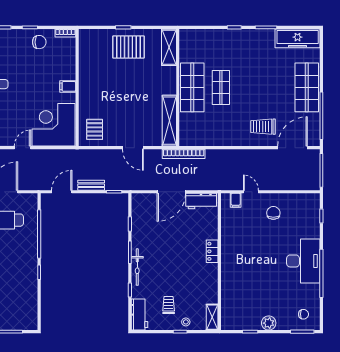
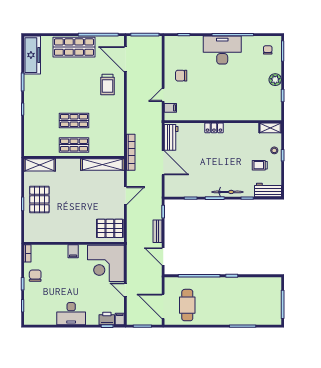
shop shelf: (192, 87) -> (74, 145), width x0.70, depth x0.74
pallet: (95, 129) -> (110, 228), width x1.50, depth x1.42

